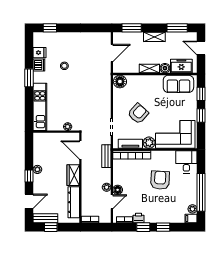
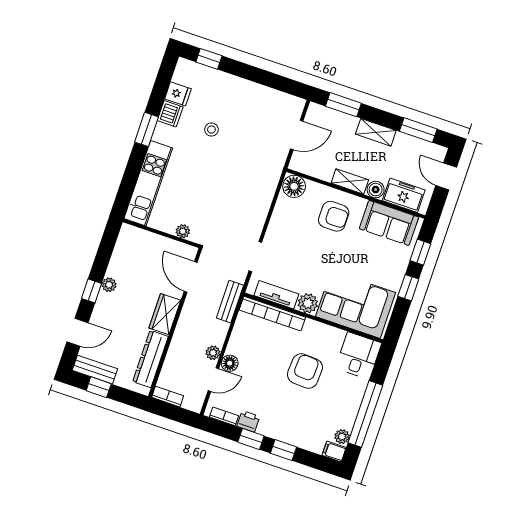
armchair: (138, 114) -> (334, 216), moved, turned 48

